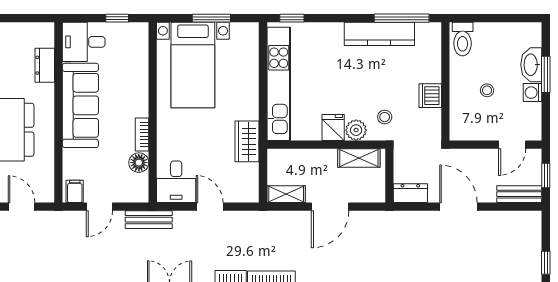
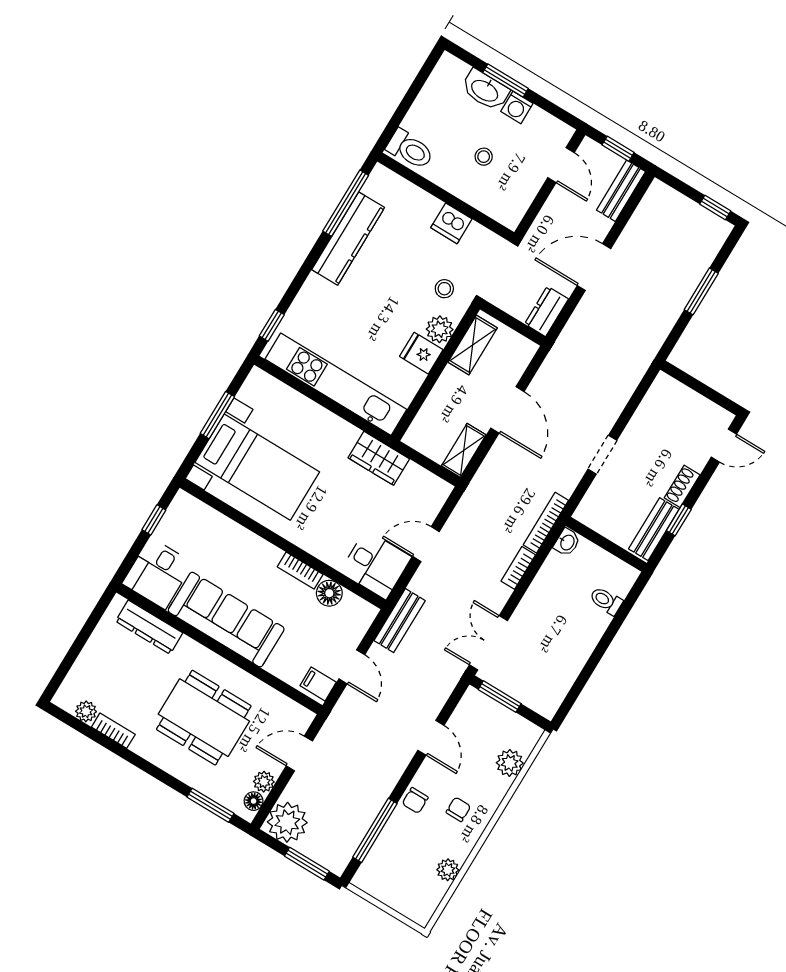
dresser: (45, 65) -> (149, 627), width x1.44

